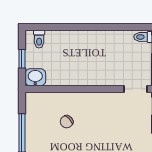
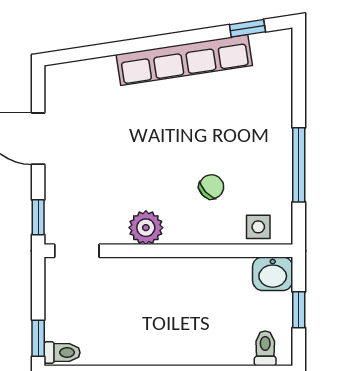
side table: (43, 101) -> (258, 227), added
plant: (100, 101) -> (146, 228), added

